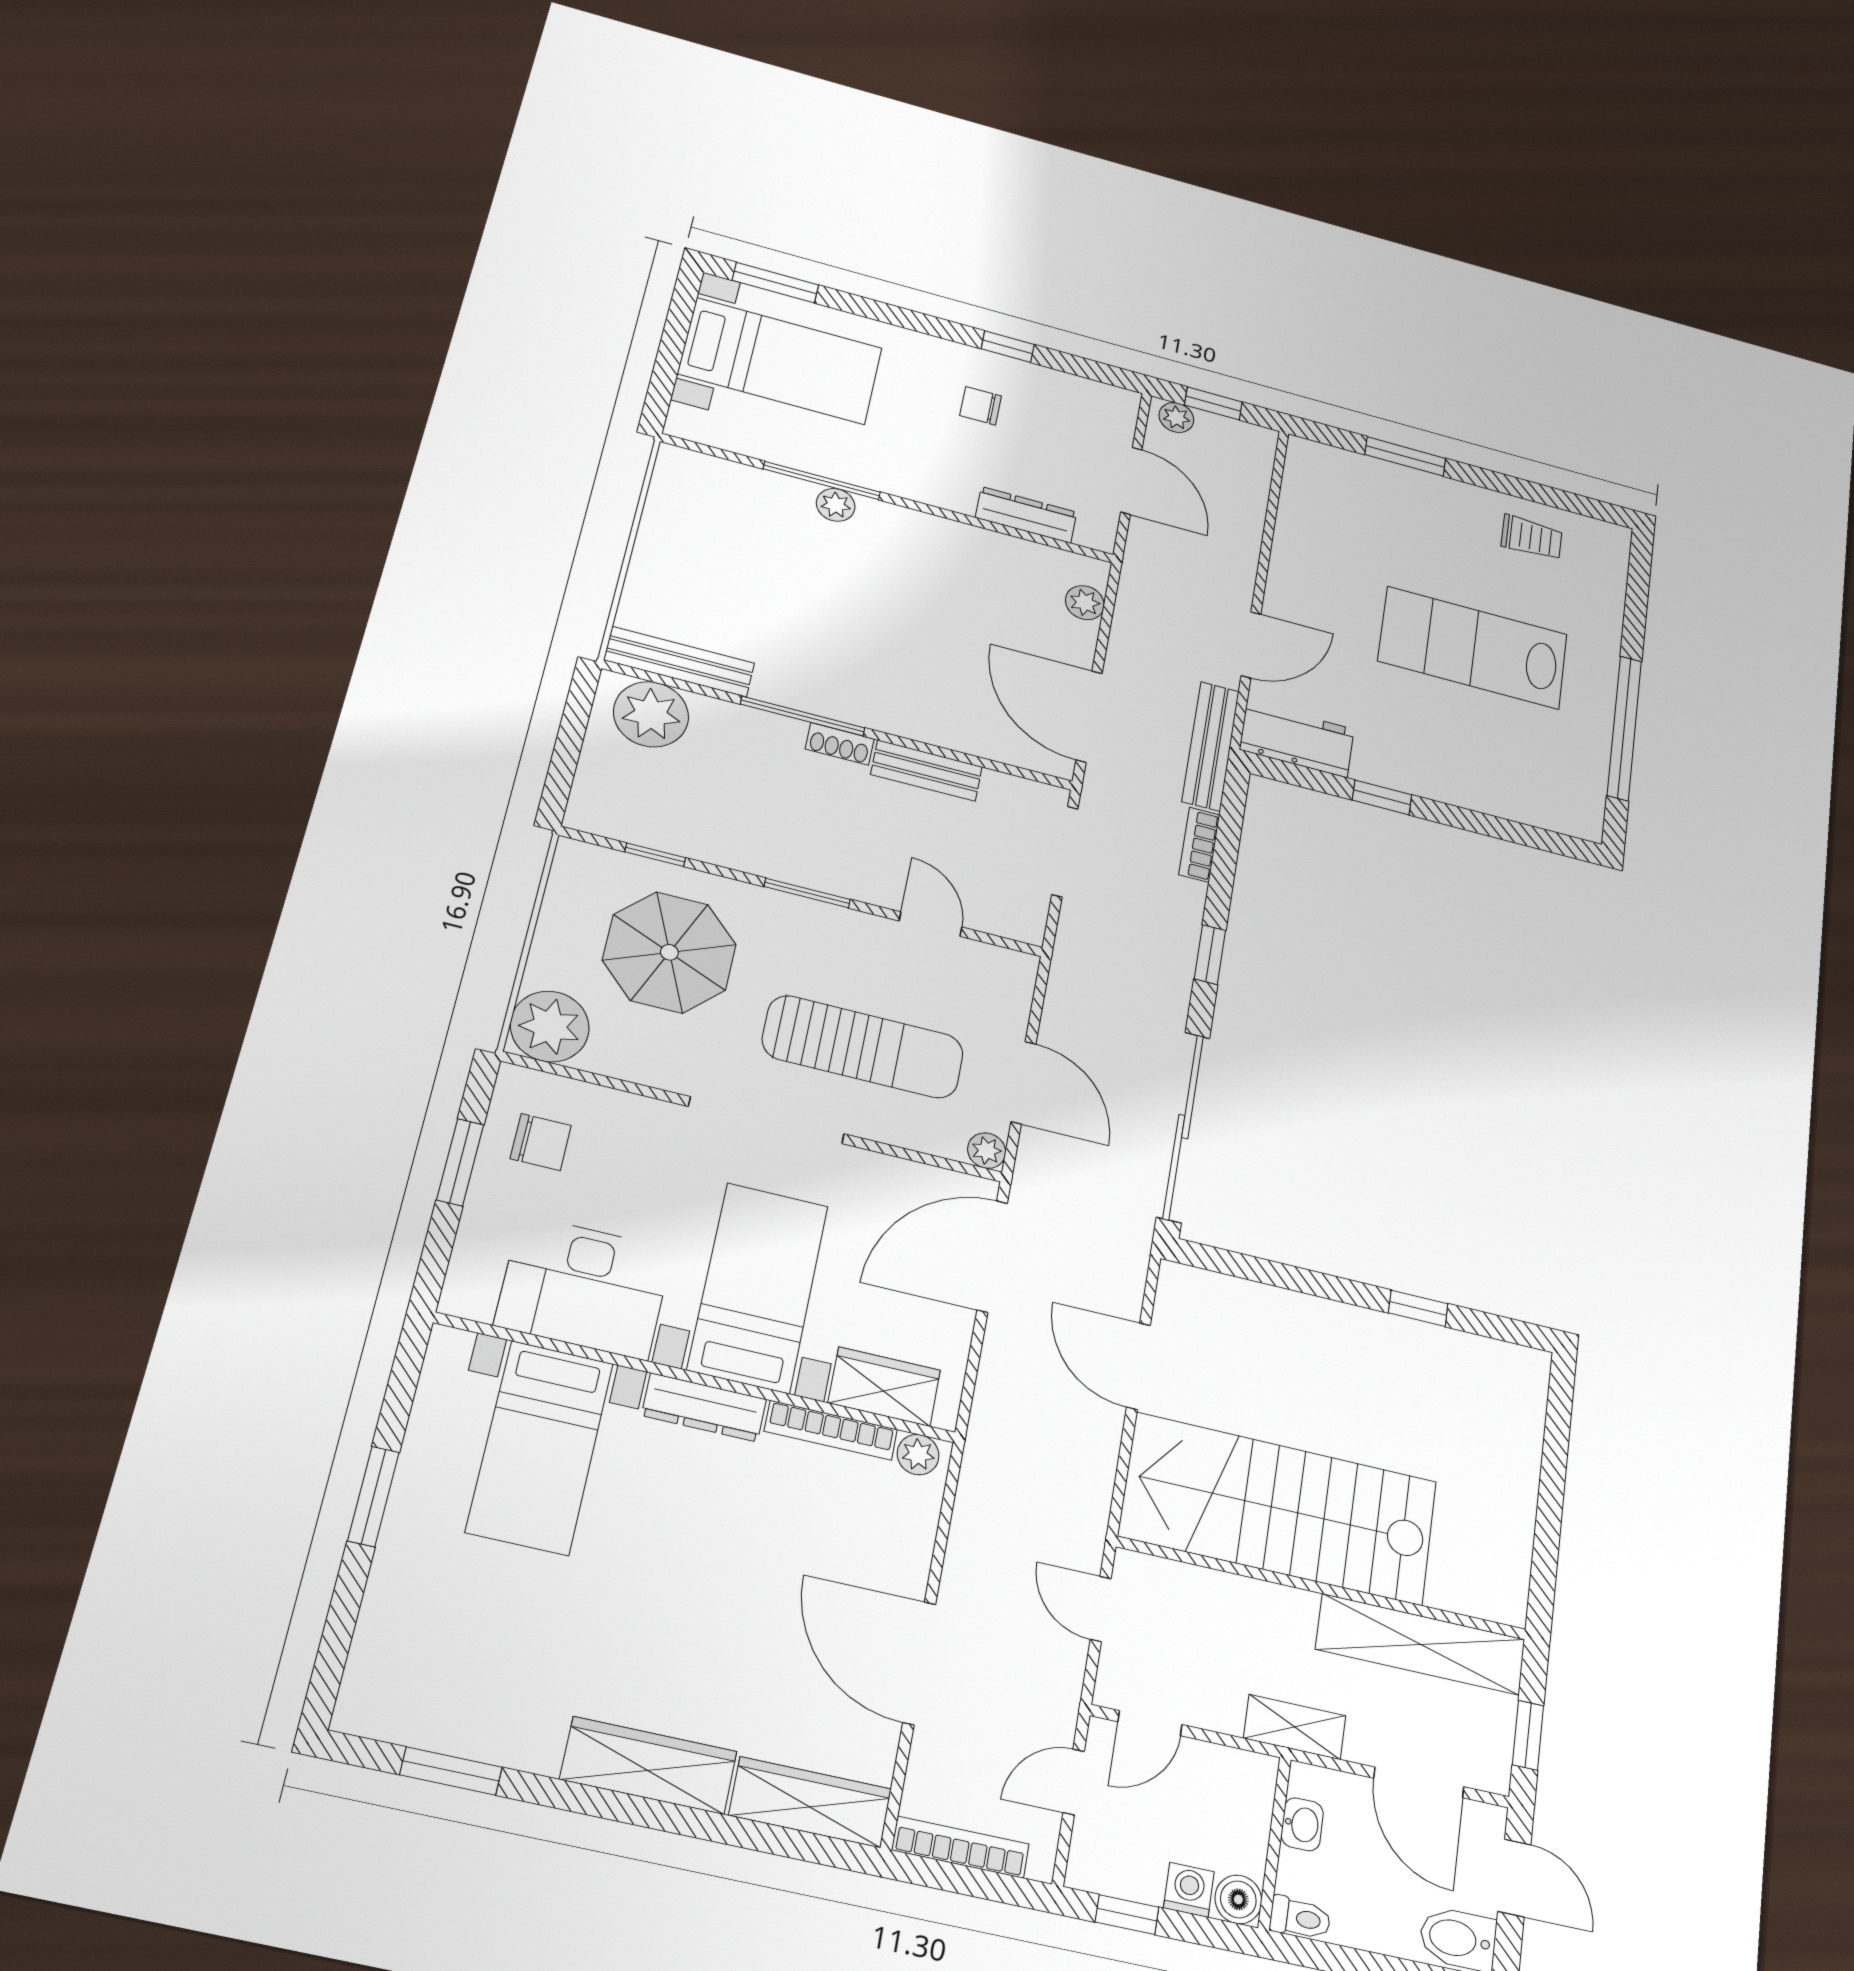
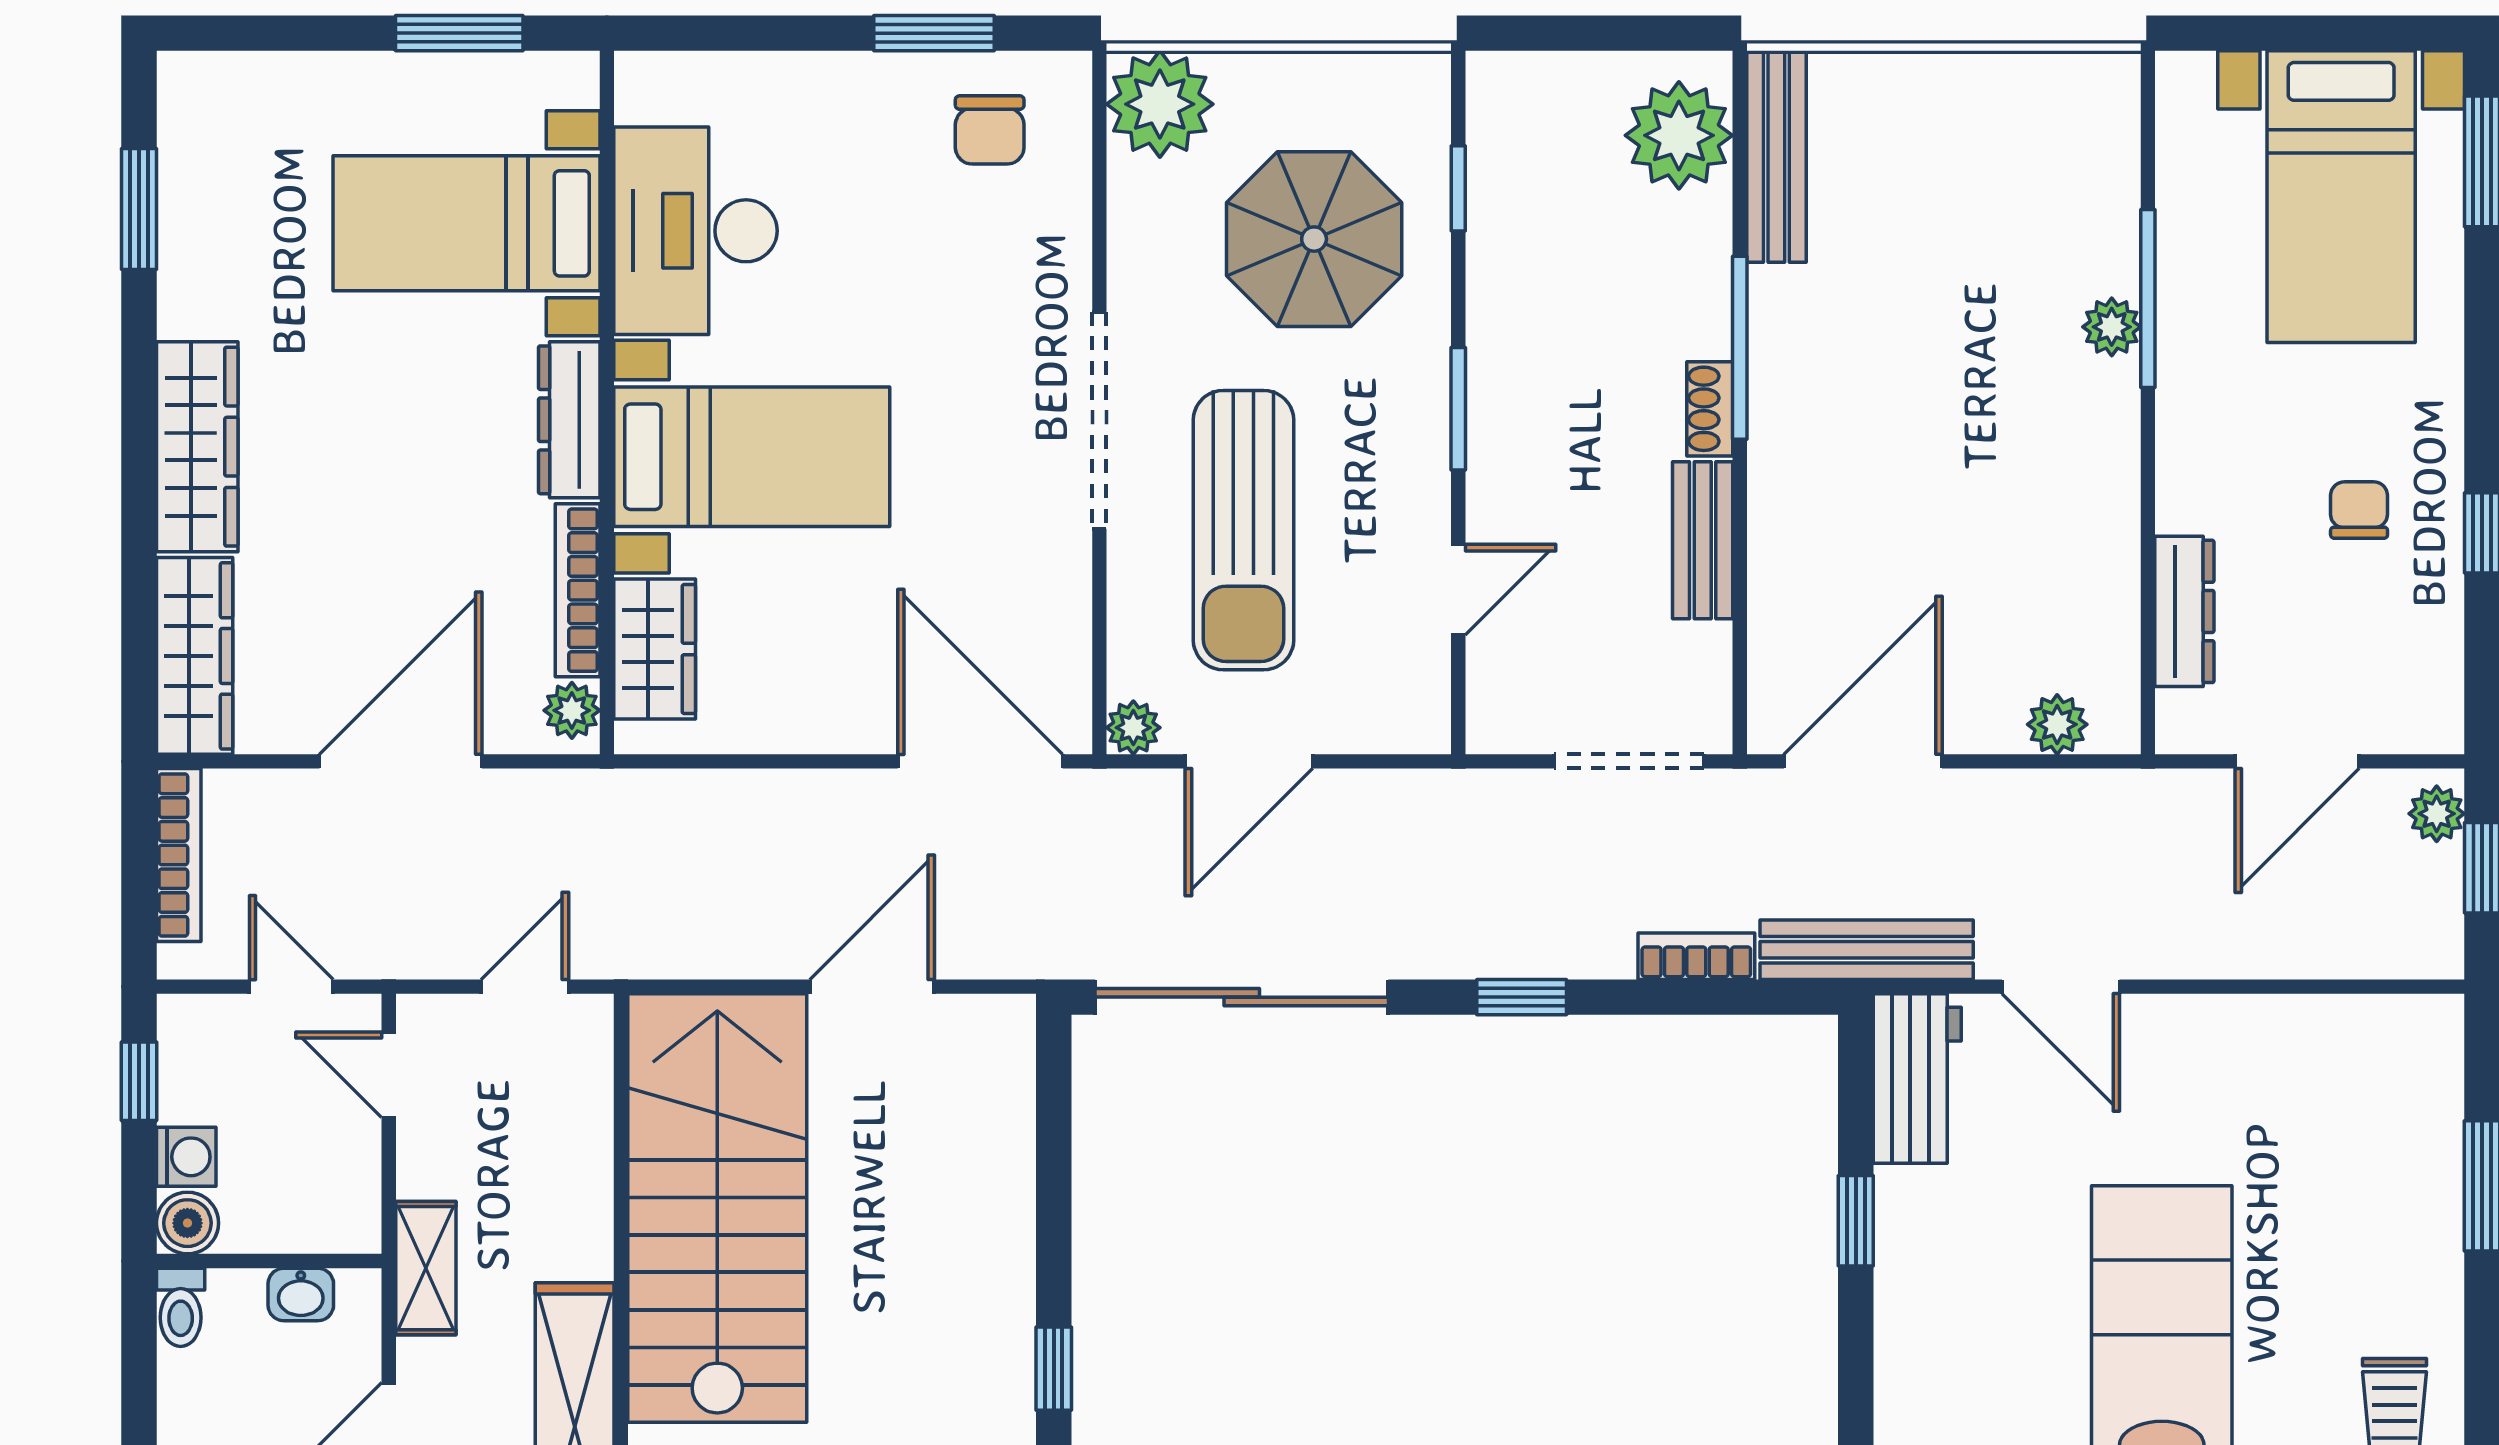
desk: (584, 1287) -> (695, 231), moved
bed with nightstands: (758, 1287) -> (752, 457), moved
wall: (697, 1378) -> (607, 403), moved
wardrobe: (884, 1387) -> (655, 649), moved
dresser: (704, 1407) -> (569, 420), moved
bookcase: (831, 1430) -> (578, 590), moved
bed with nightstands: (540, 1447) -> (466, 223), moved
plant: (918, 1455) -> (572, 710), moved

